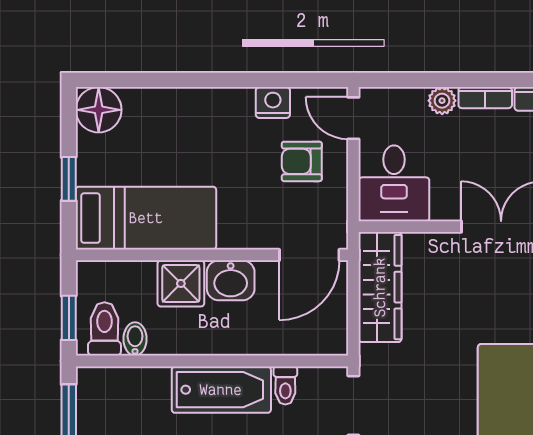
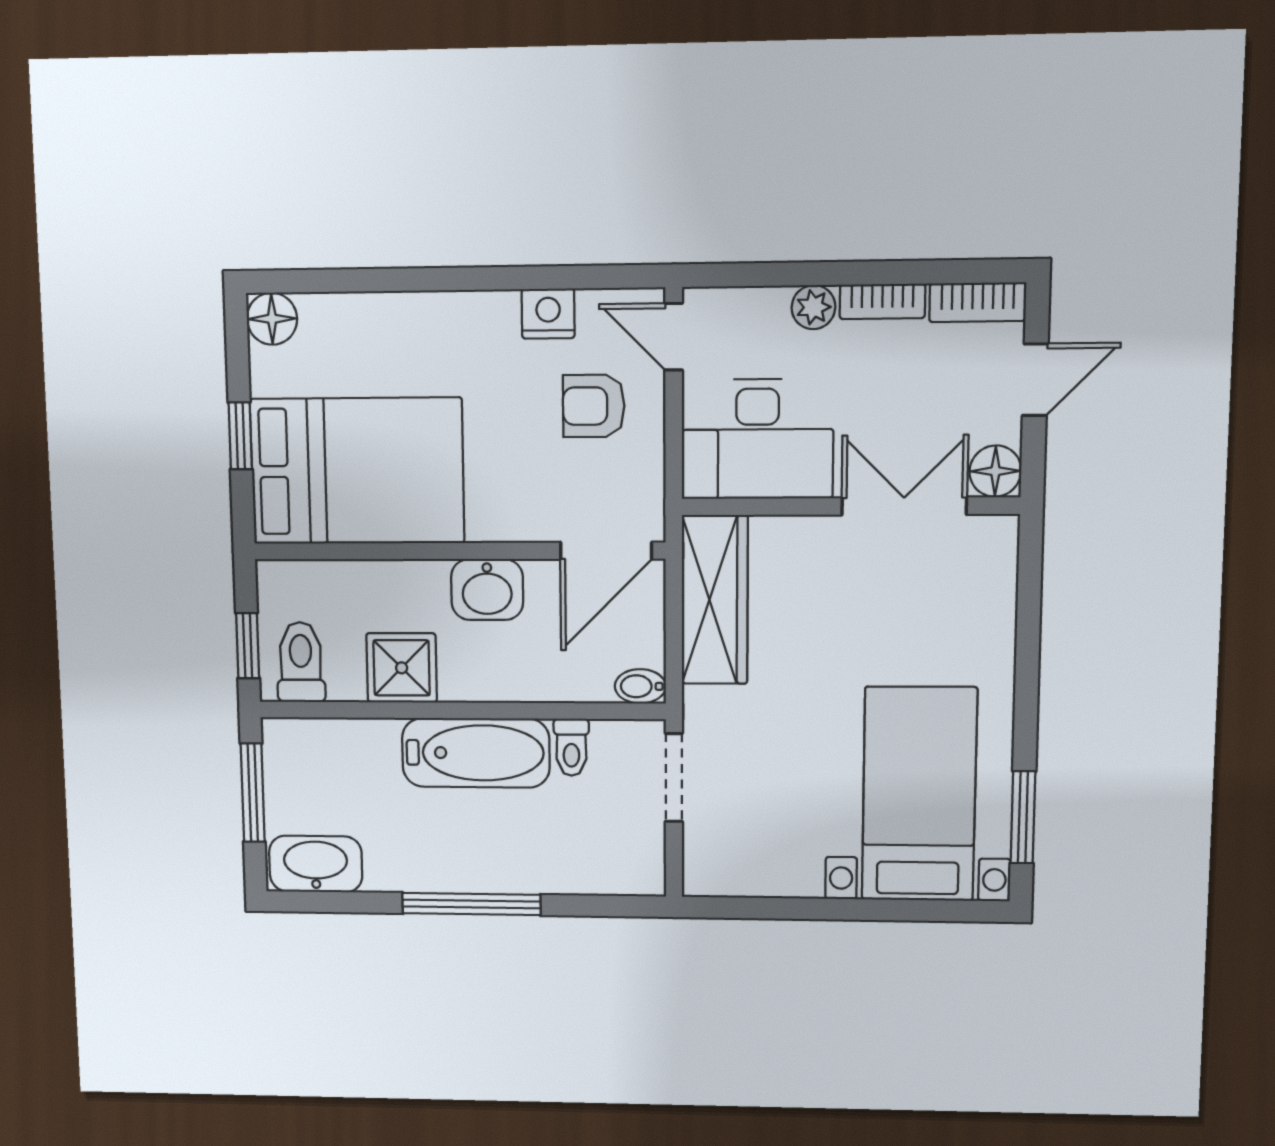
floor lamp: (99, 110) -> (272, 319), width x0.73, depth x0.73
desk: (394, 183) -> (757, 439), width x1.37
bed: (146, 218) -> (357, 471), width x1.50
shower: (181, 283) -> (402, 668), moved
bidet: (135, 339) -> (640, 686), moved, turned -90

